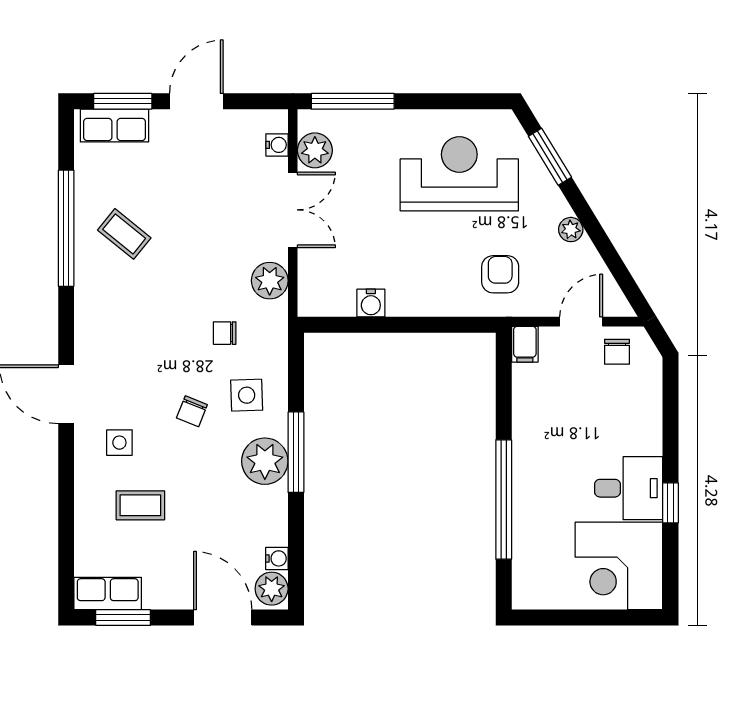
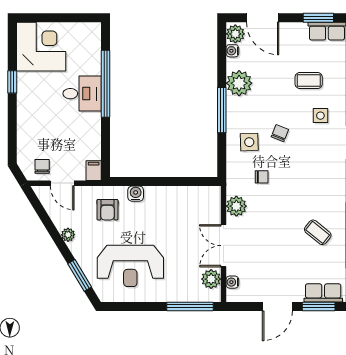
water cooler: (371, 303) -> (136, 194), moved
door: (581, 322) -> (62, 183), hinge flipped
plant: (265, 461) -> (239, 83), moved
desk: (629, 488) -> (82, 94), moved, turned 180

